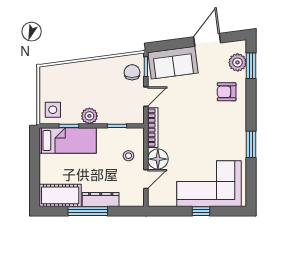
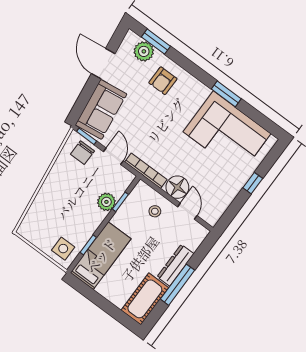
chair: (132, 72) -> (82, 153), turned -90
plant: (89, 116) -> (106, 202), moved
corner sofa: (209, 184) -> (227, 133), moved, turned -90

